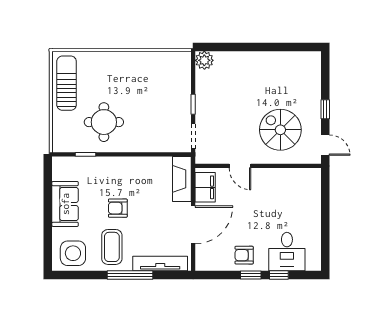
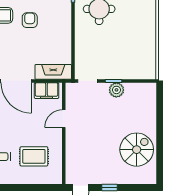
plant: (204, 60) -> (116, 90), moved
spiral stairs: (280, 130) -> (137, 150), moved
rug: (287, 203) -> (34, 156), added

